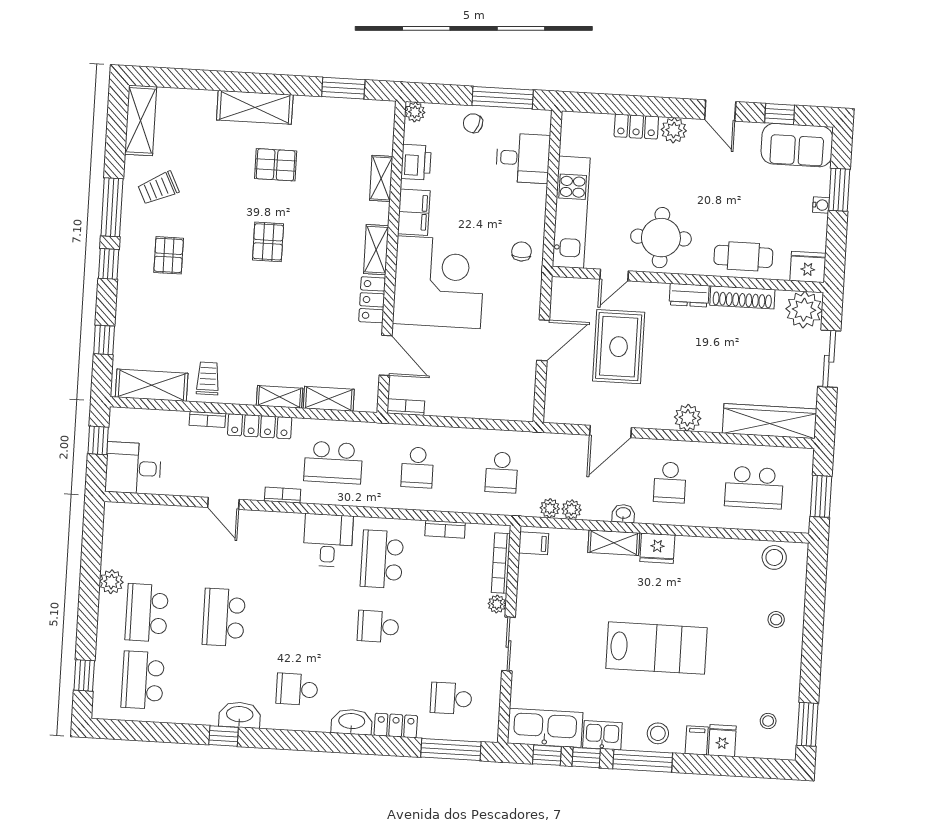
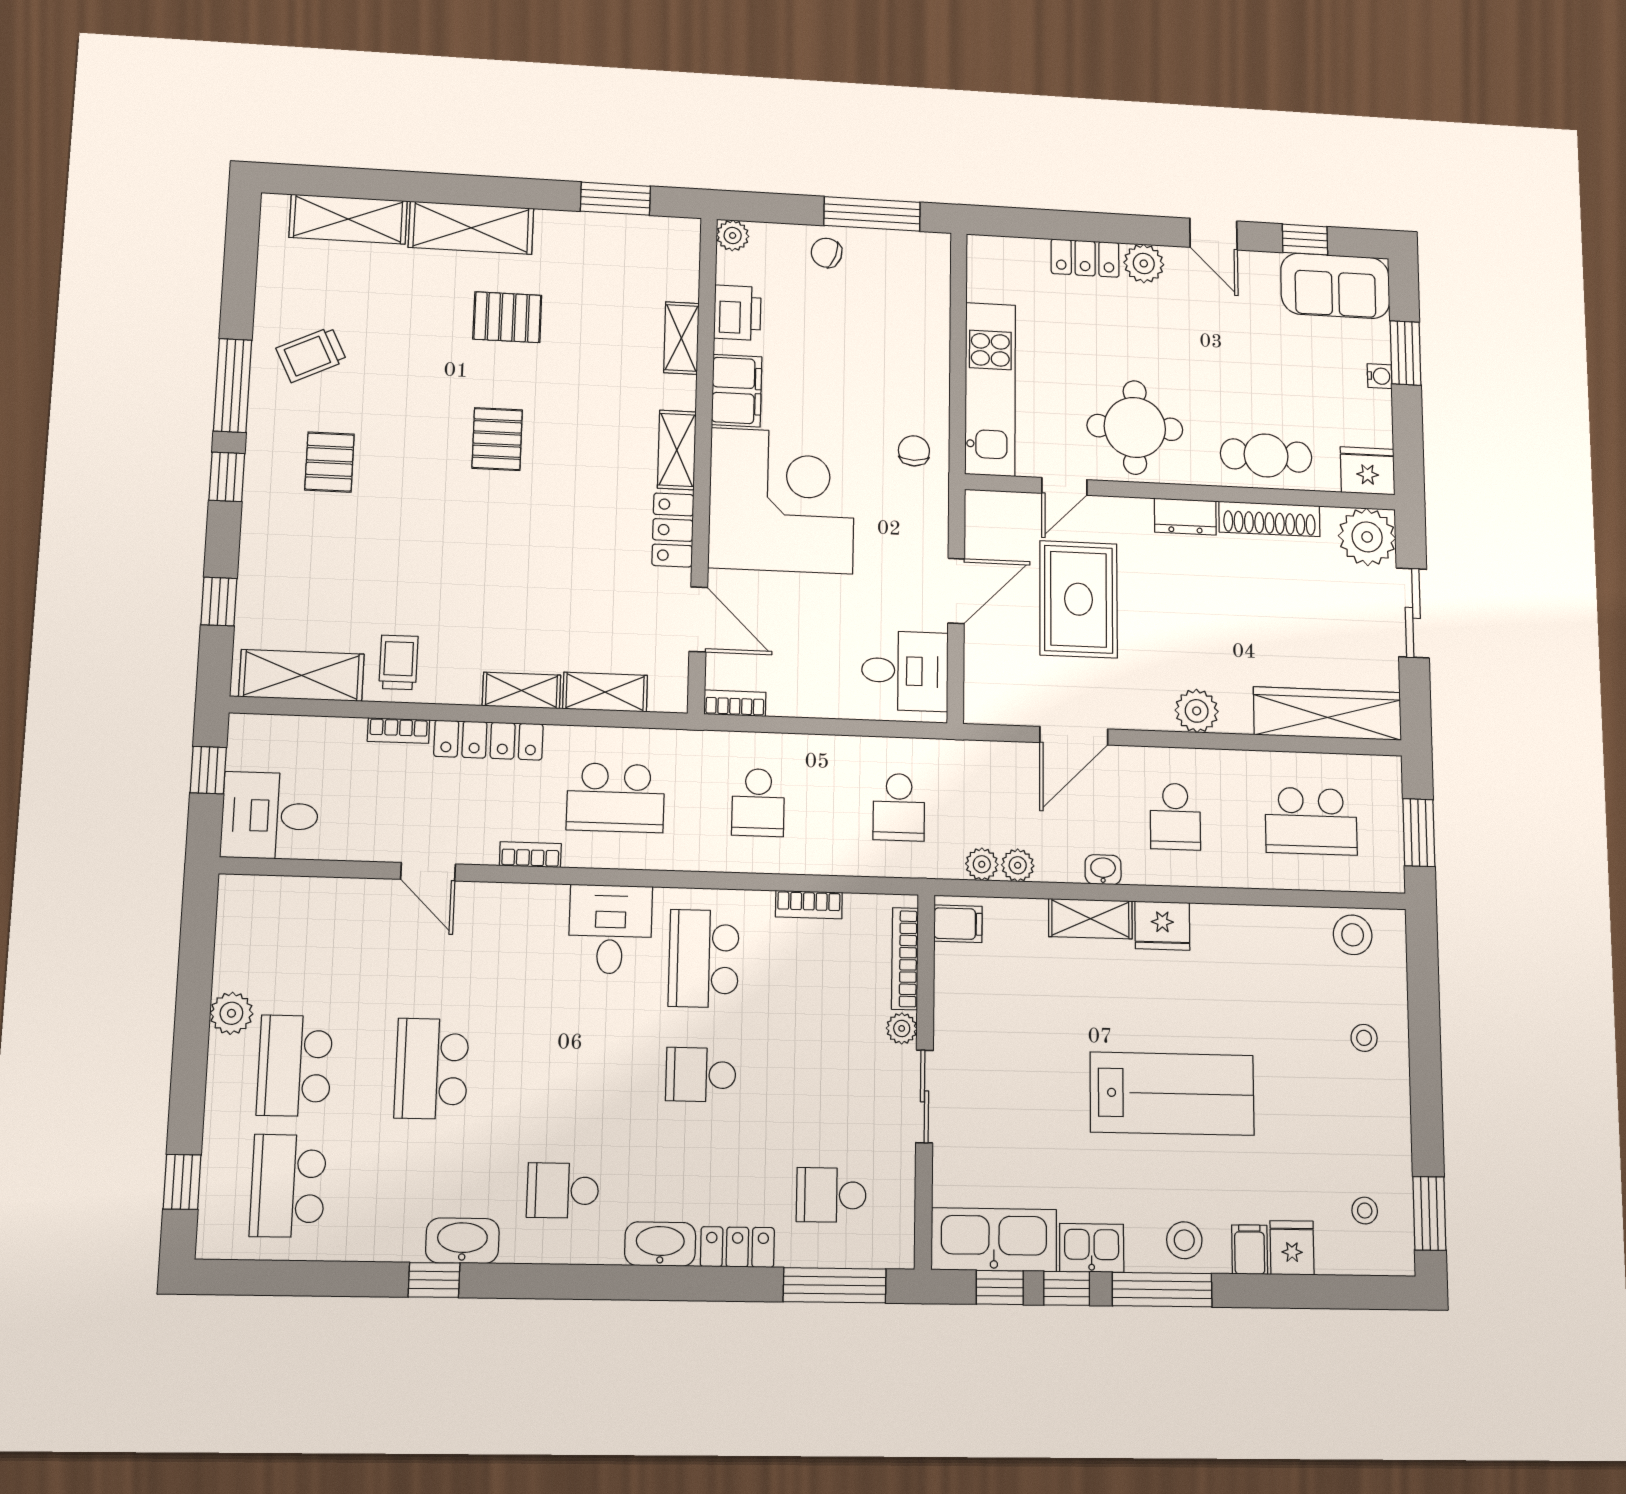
shelving: (141, 120) -> (348, 219), moved, turned 90
desk: (523, 158) -> (905, 671), moved

